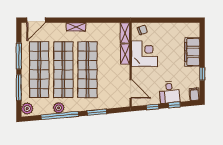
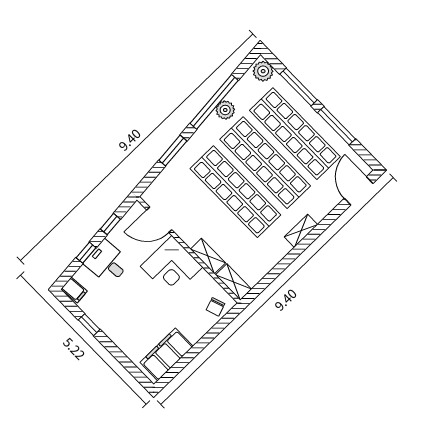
filing cabinet: (192, 52) -> (167, 354), moved, turned -90
corner desk: (144, 54) -> (172, 267), moved

